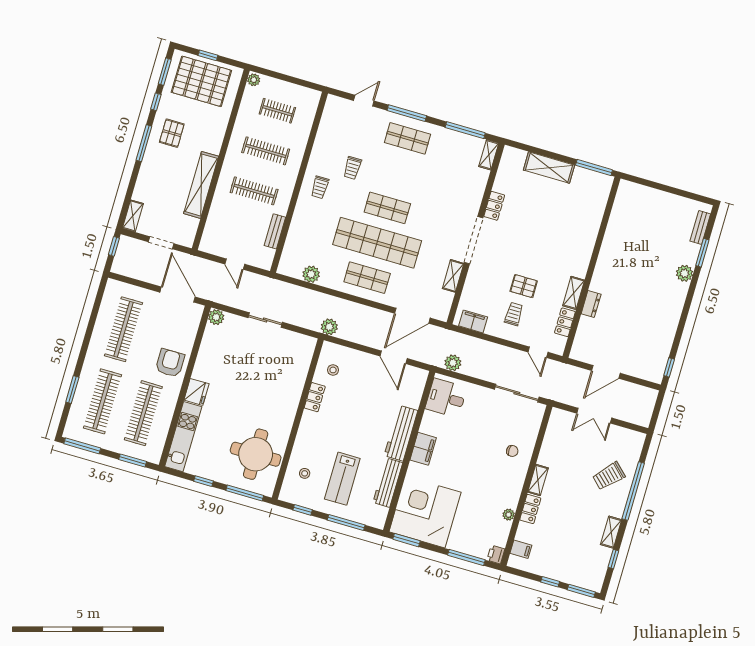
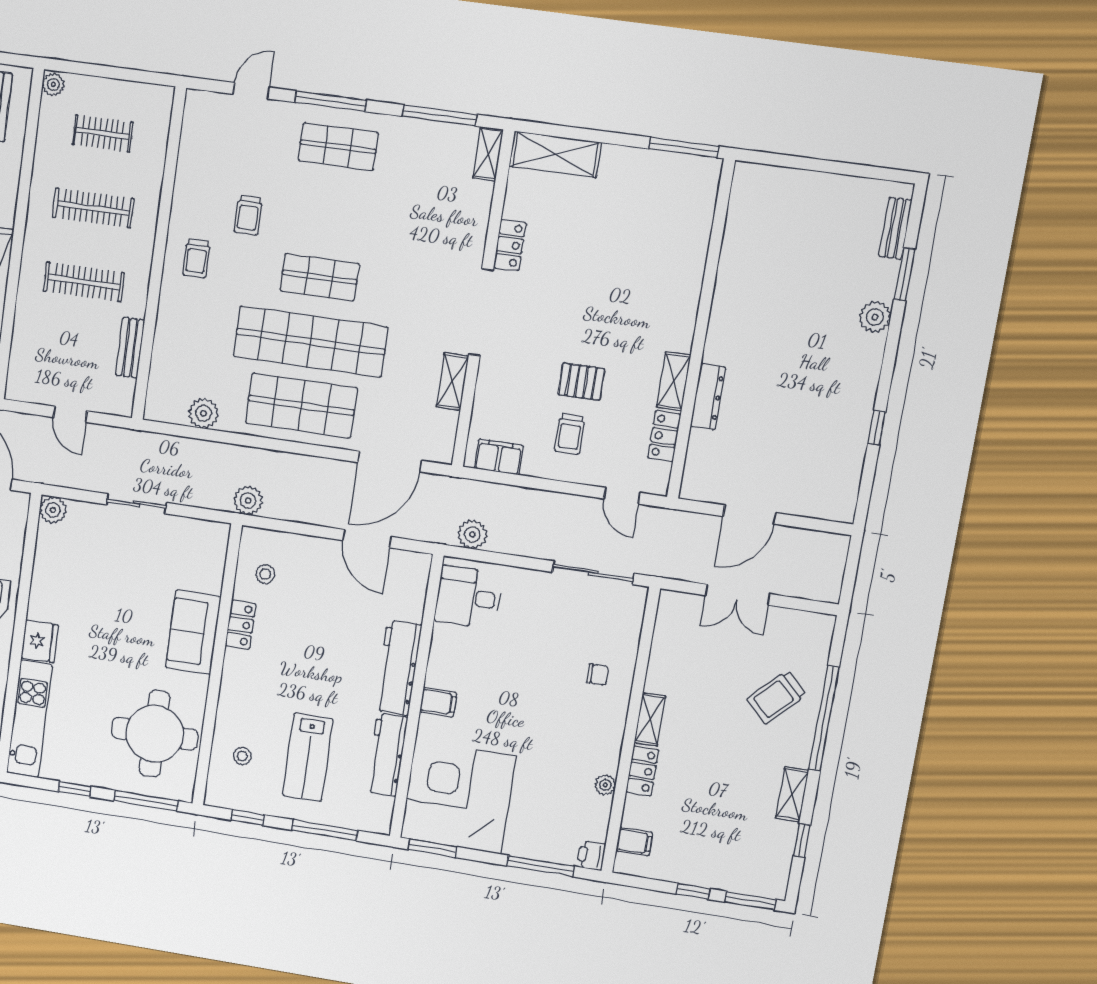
shelving: (549, 168) -> (555, 154), moved
shop shelf: (367, 278) -> (301, 406), width x1.43, depth x1.36
dresser: (591, 304) -> (708, 397), width x1.44
trolley: (514, 314) -> (570, 434), turned 180
window: (669, 367) -> (877, 428), moved
sofa: (287, 398) -> (193, 632), added
filing cabinet: (423, 449) -> (438, 702), width x0.50

